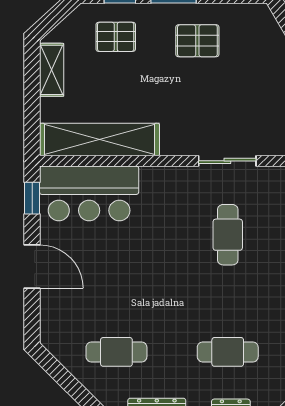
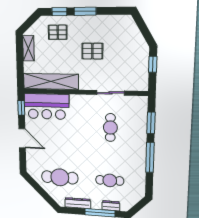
pallet: (197, 41) -> (92, 51), moved
cafe table: (116, 352) -> (60, 177), width x1.37, depth x1.35

